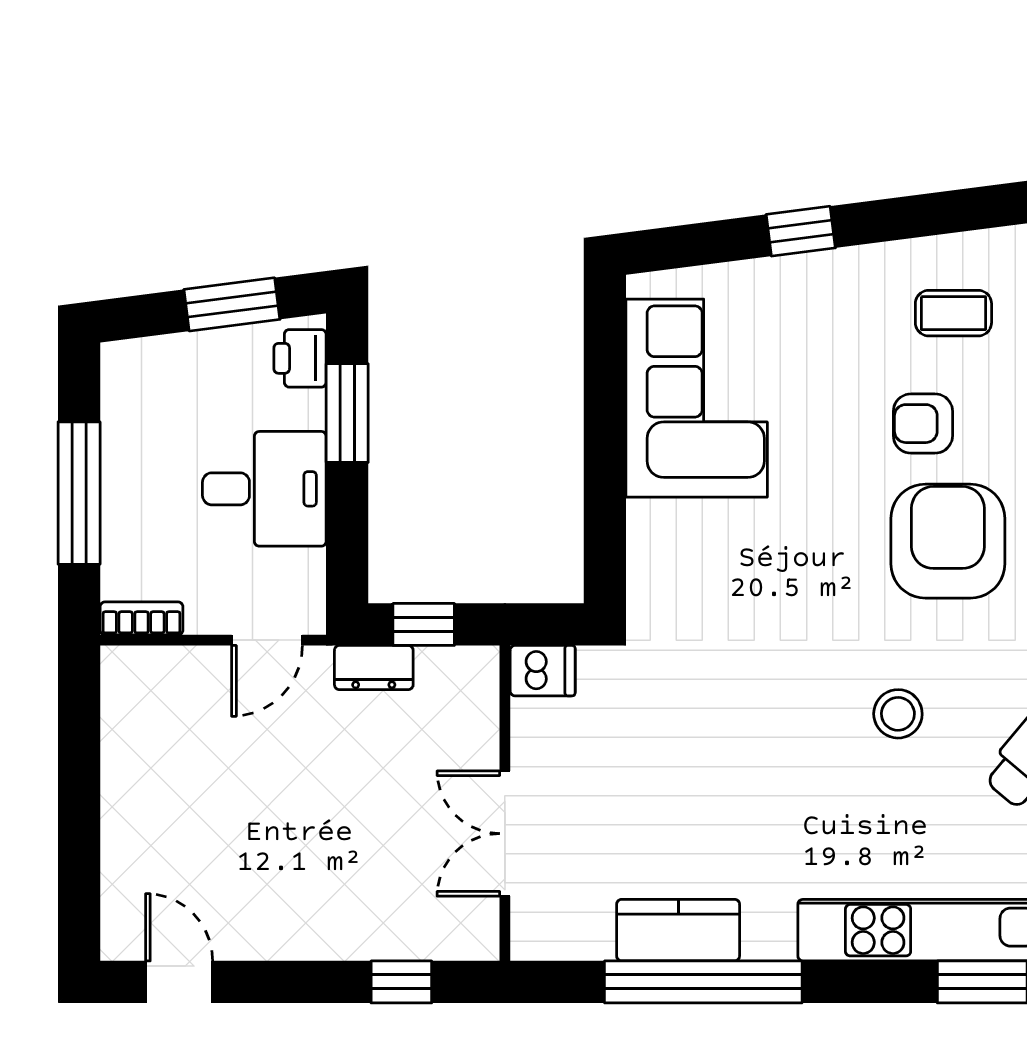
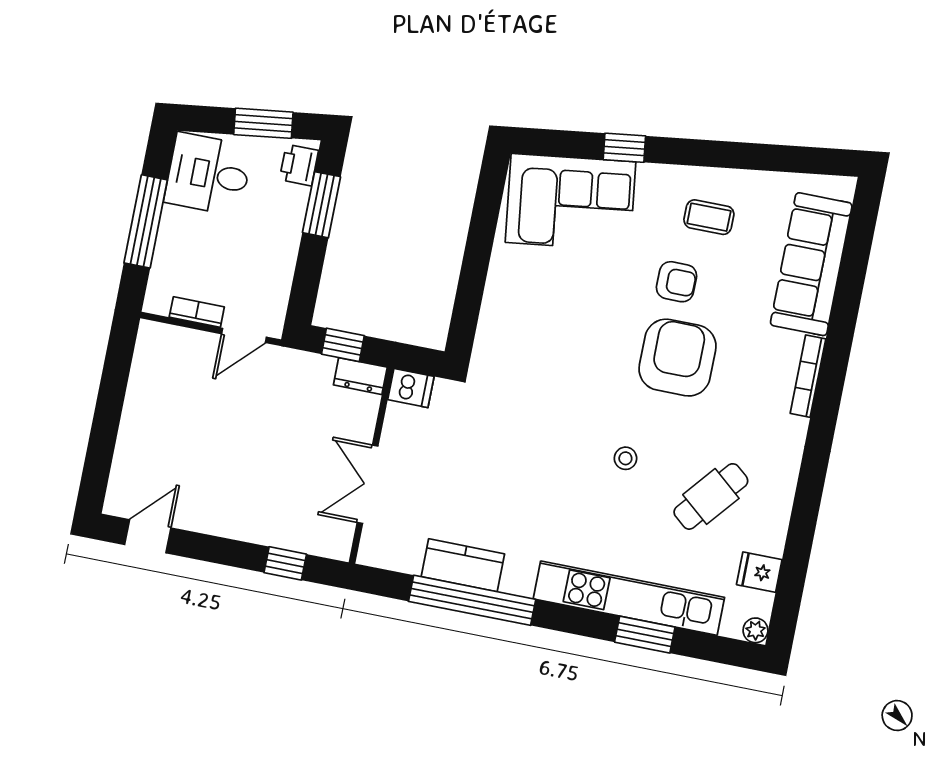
corner sofa: (697, 398) -> (571, 202), moved, turned 83
armchair: (923, 424) -> (677, 282), turned 180
desk: (264, 489) -> (208, 174), moved, turned 180
bookcase: (141, 618) -> (197, 312), moved
dresser: (374, 668) -> (360, 376), moved
stool: (898, 714) -> (625, 458), width x0.73, depth x0.73
door: (179, 982) -> (148, 536), hinge flipped

